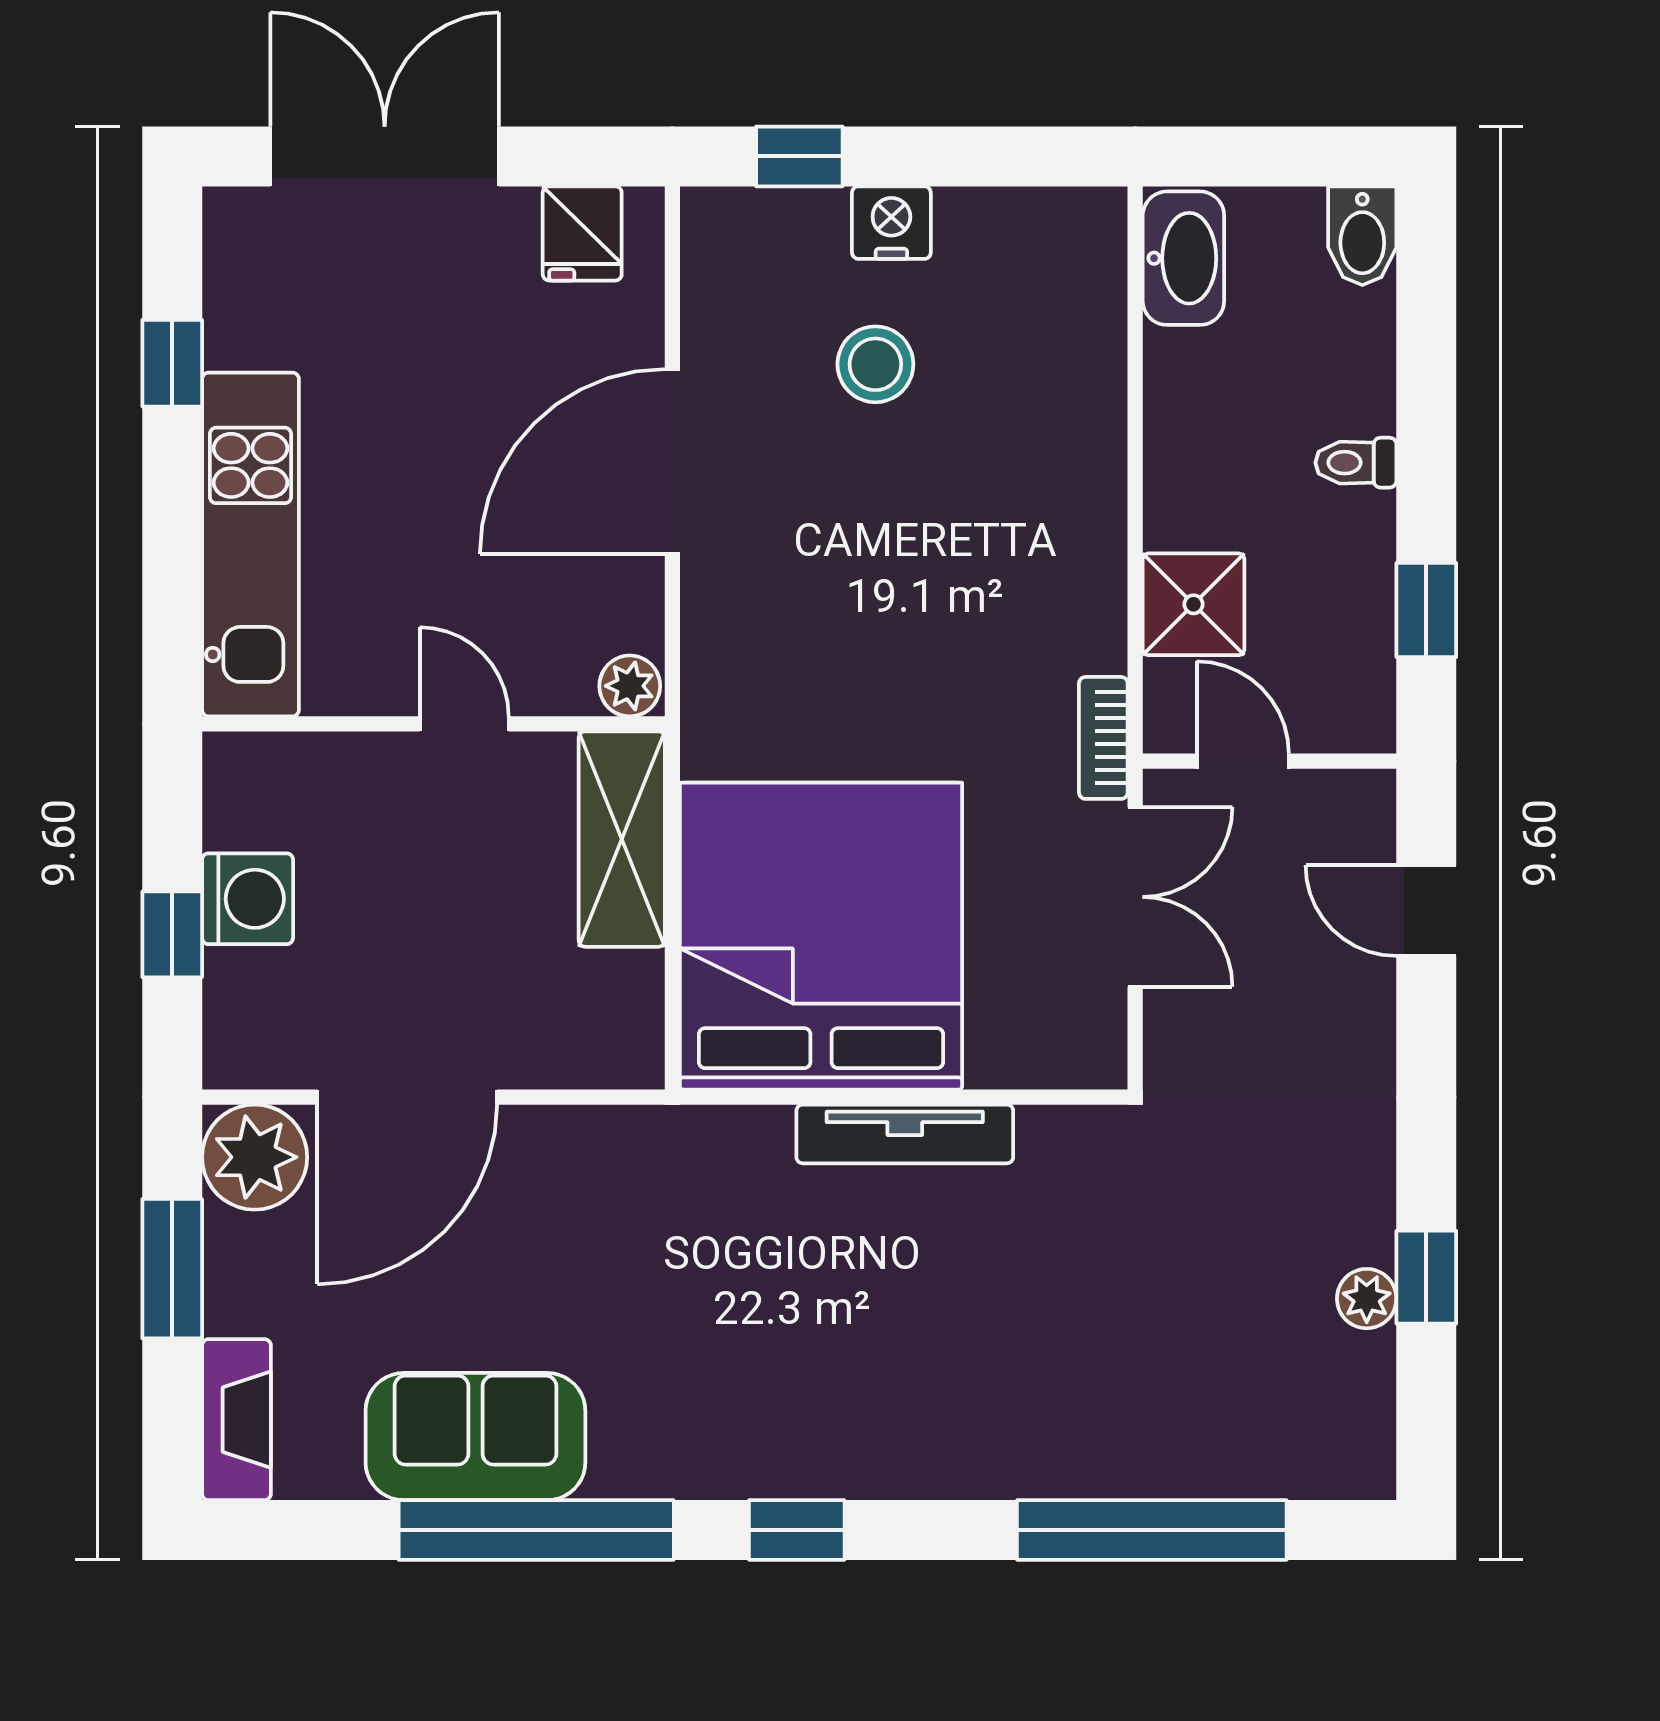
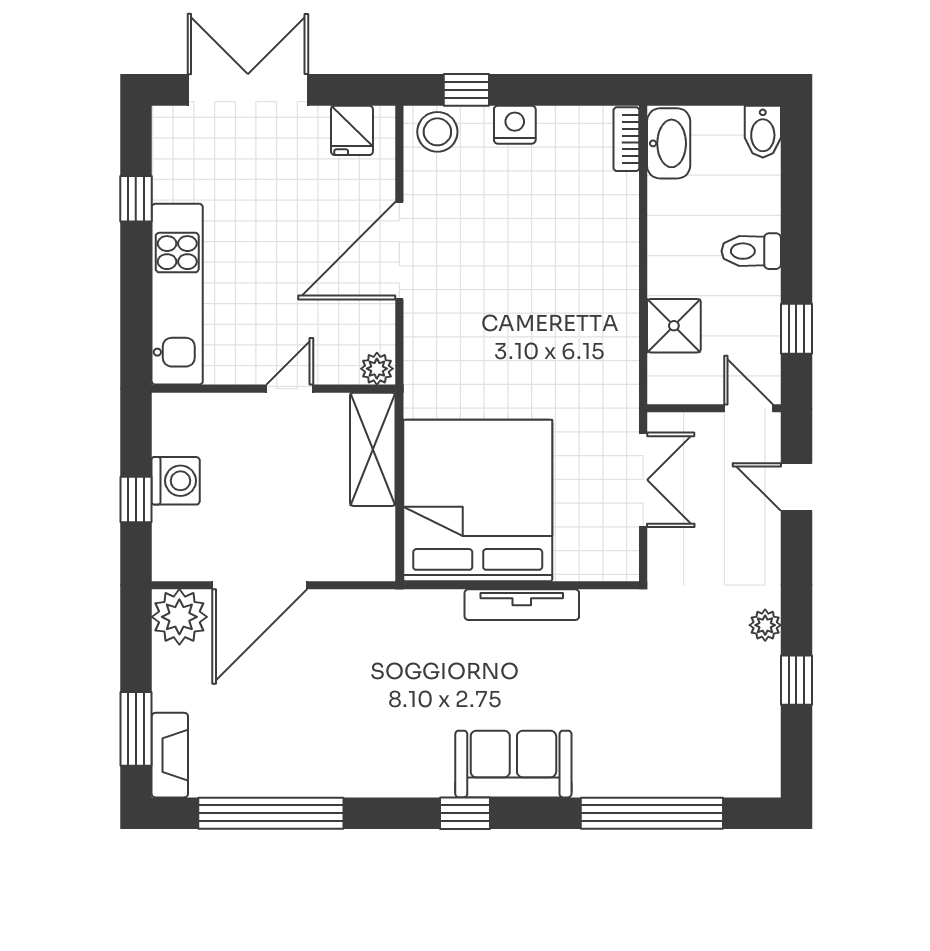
stool: (875, 364) -> (437, 132), moved
toilet: (1356, 463) -> (751, 251), width x1.37, depth x1.39
door: (464, 724) -> (290, 389), hinge flipped
bookcase: (1103, 738) -> (626, 139), moved
door: (1243, 761) -> (748, 408), moved
window: (172, 1269) -> (136, 729), moved
plant: (1367, 1299) -> (765, 625), moved
sofa: (475, 1437) -> (513, 764), moved
window: (536, 1530) -> (271, 813), moved

